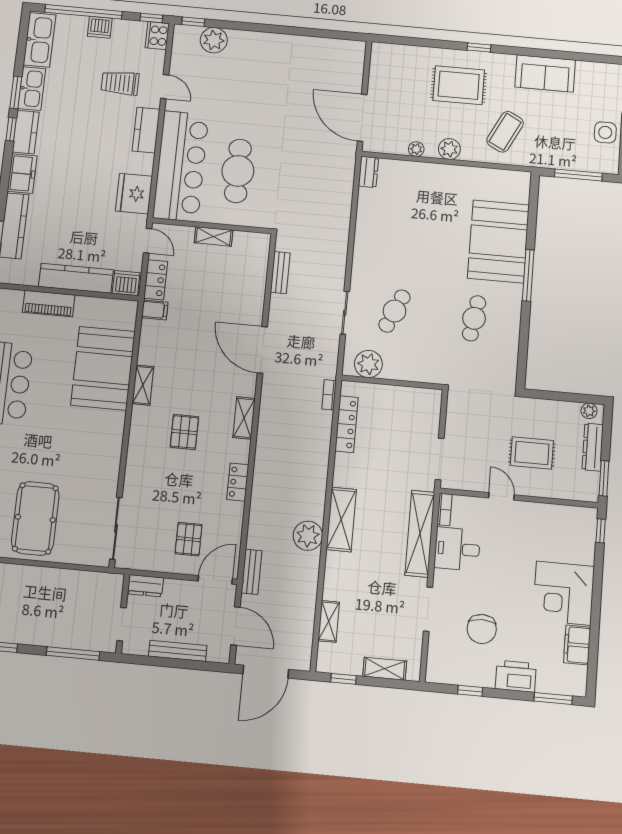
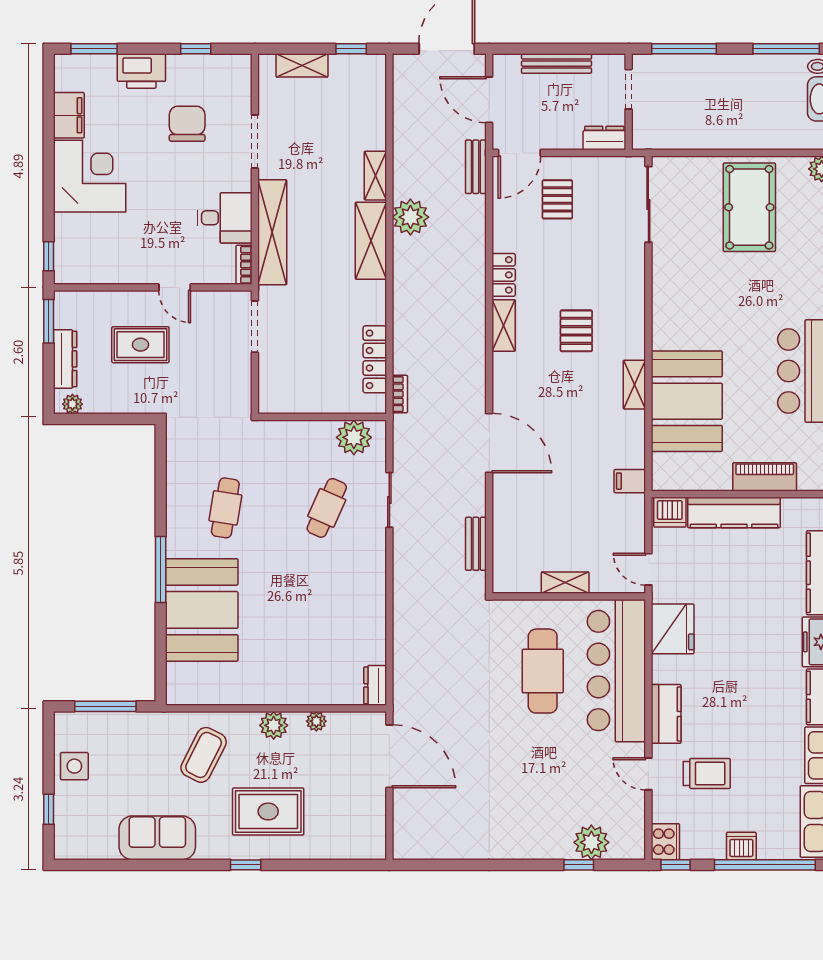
window: (193, 22) -> (579, 865), moved
locker: (156, 280) -> (633, 520), removed
shelving: (244, 418) -> (504, 325), moved
shelving: (329, 621) -> (375, 176), moved

